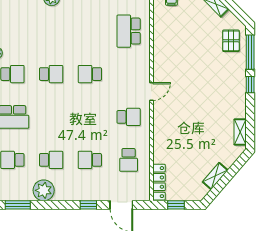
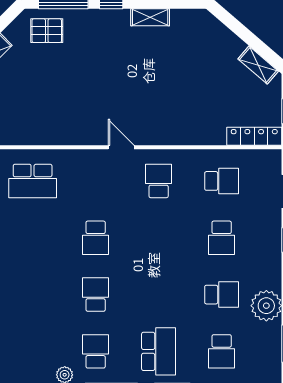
shelving: (240, 132) -> (150, 17), moved
school desk: (51, 160) -> (222, 295), turned 90
shelving: (215, 176) -> (258, 65), moved

